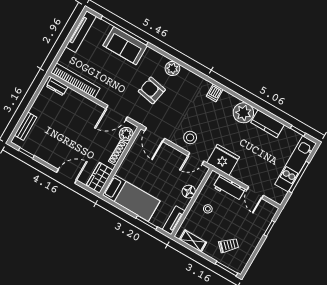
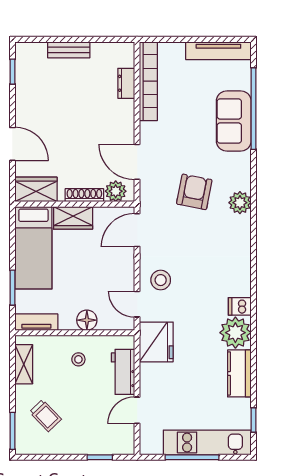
dresser: (57, 86) -> (126, 83), moved
dishwasher: (215, 93) -> (240, 306), moved
bench: (26, 126) -> (69, 50), moved
wardrobe: (127, 166) -> (73, 218), added

